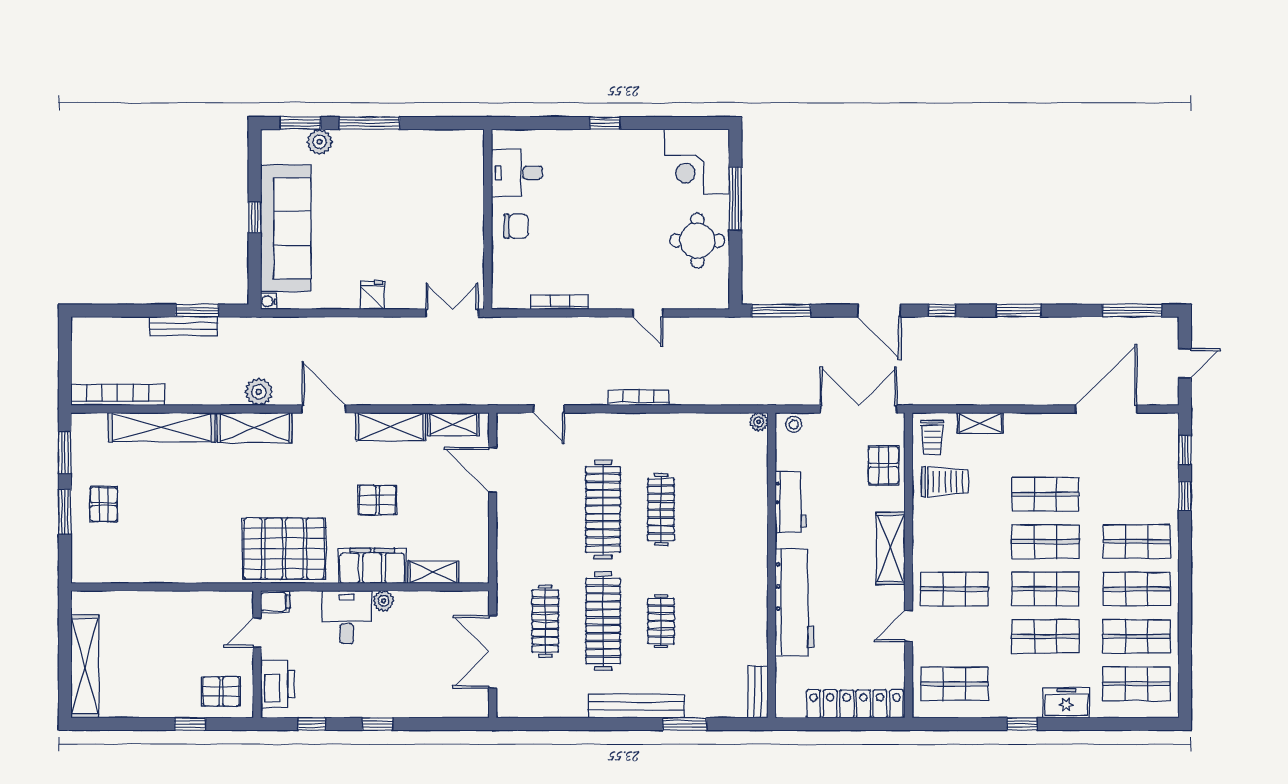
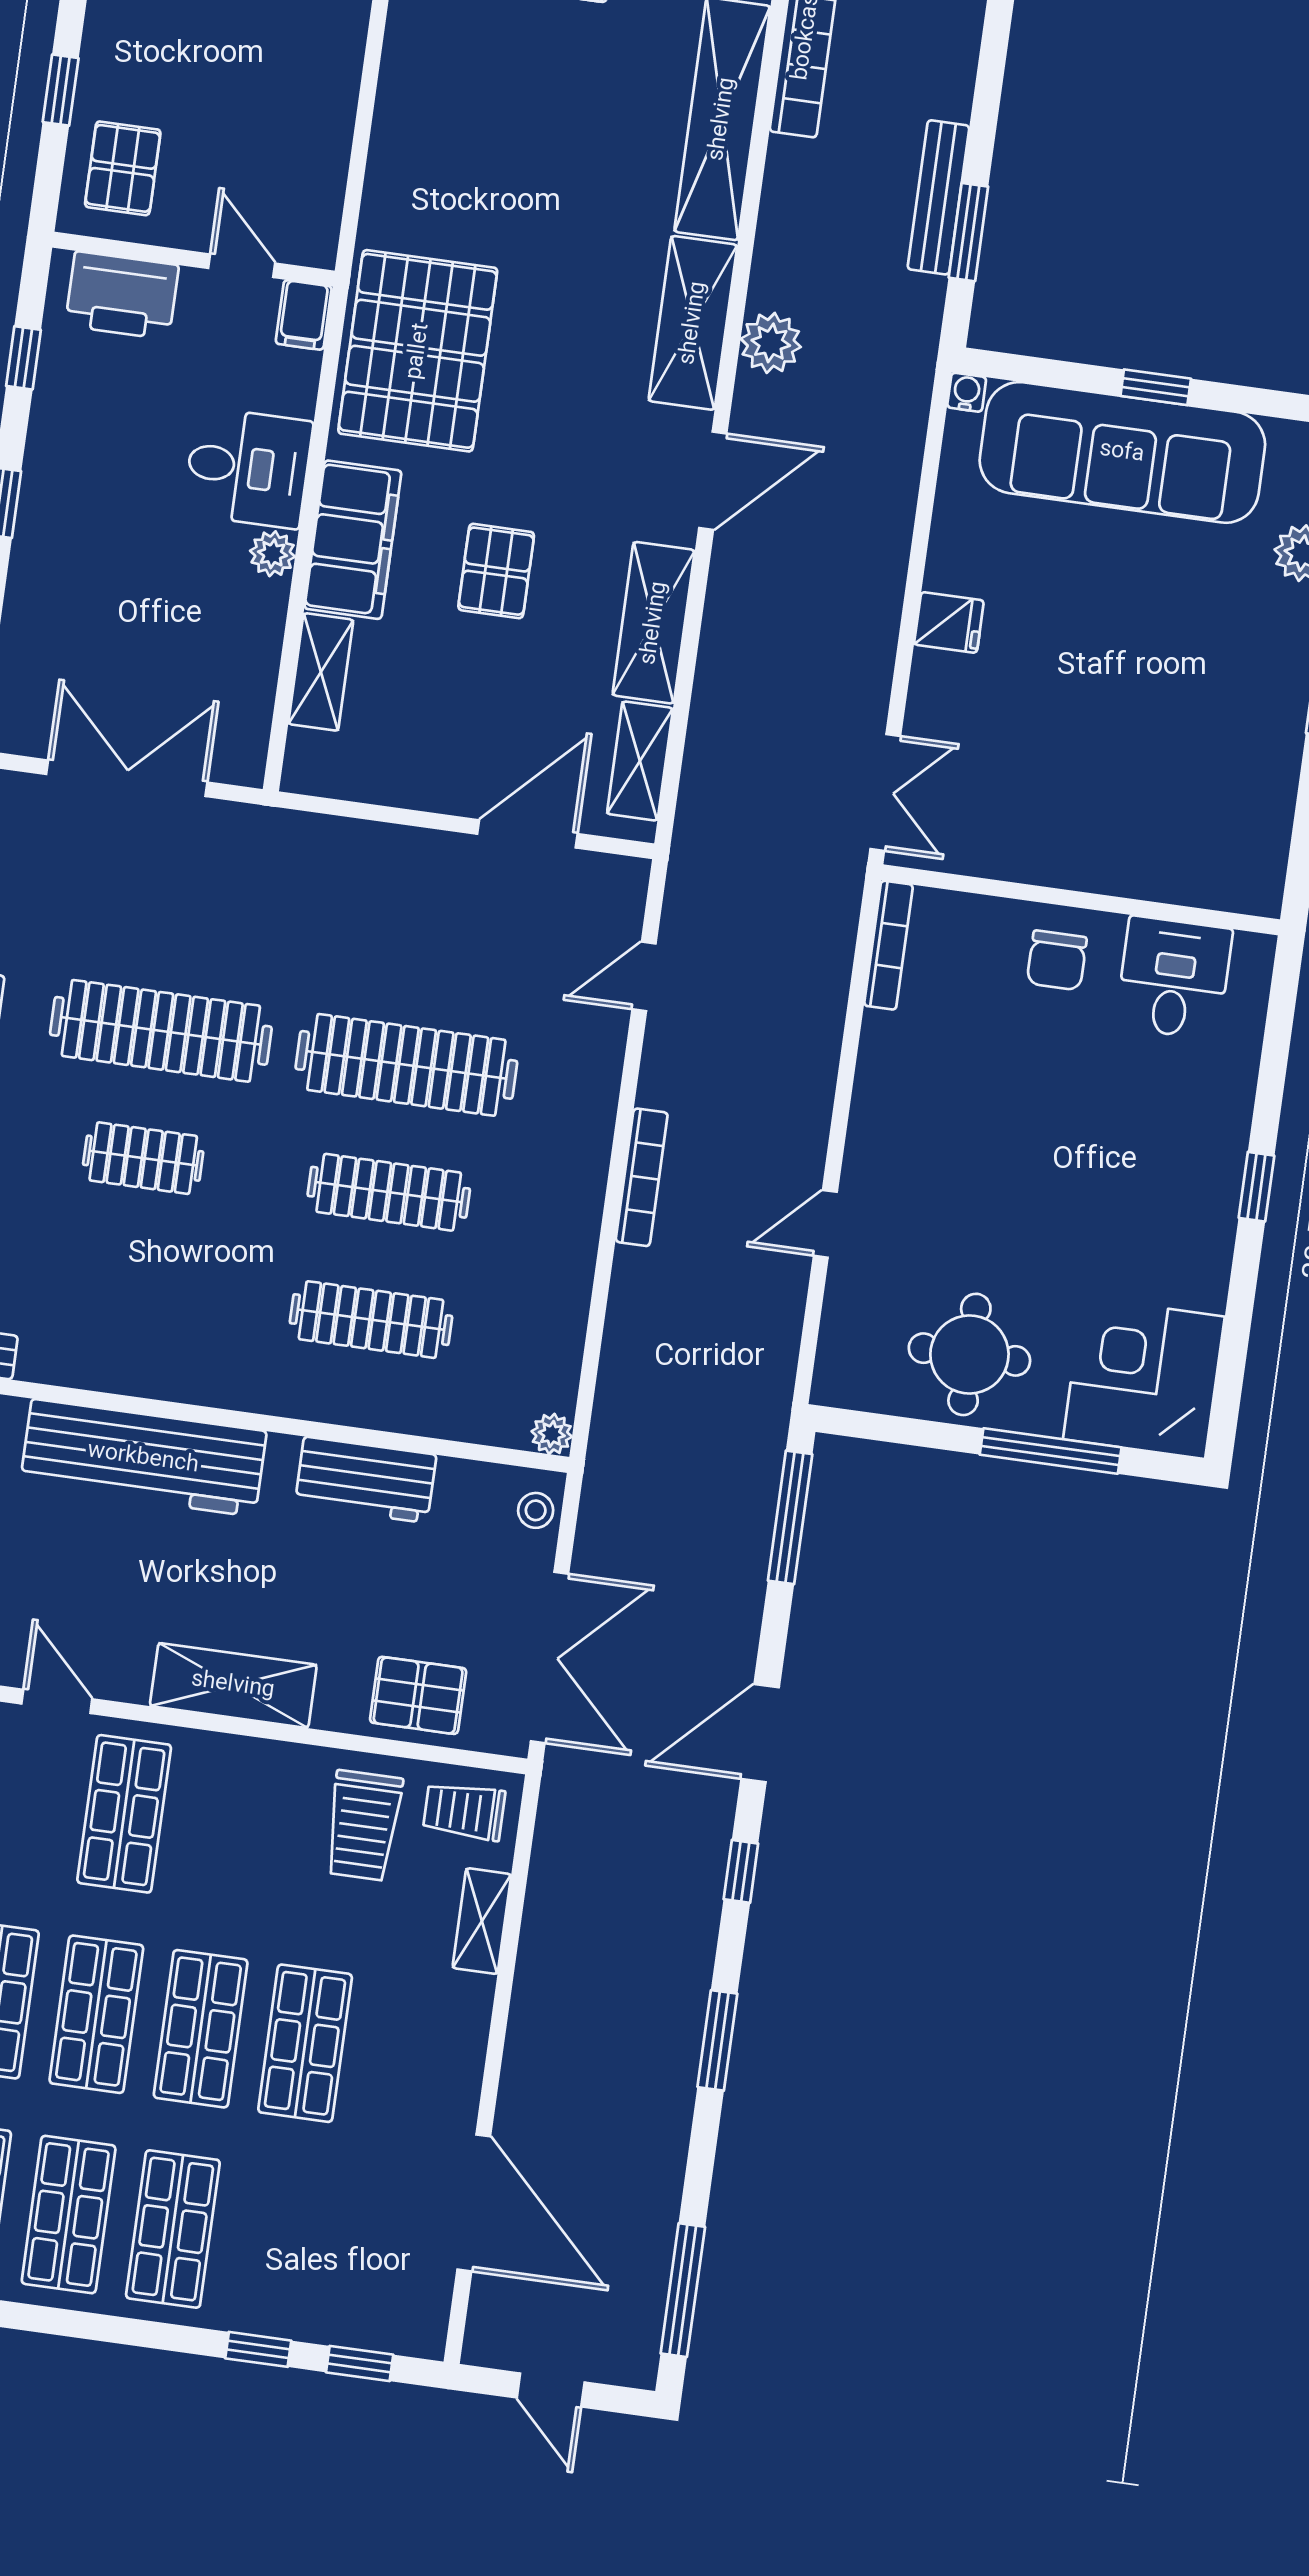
bookcase: (560, 302) -> (888, 945), moved
clothes rail: (545, 621) -> (371, 1320), moved

